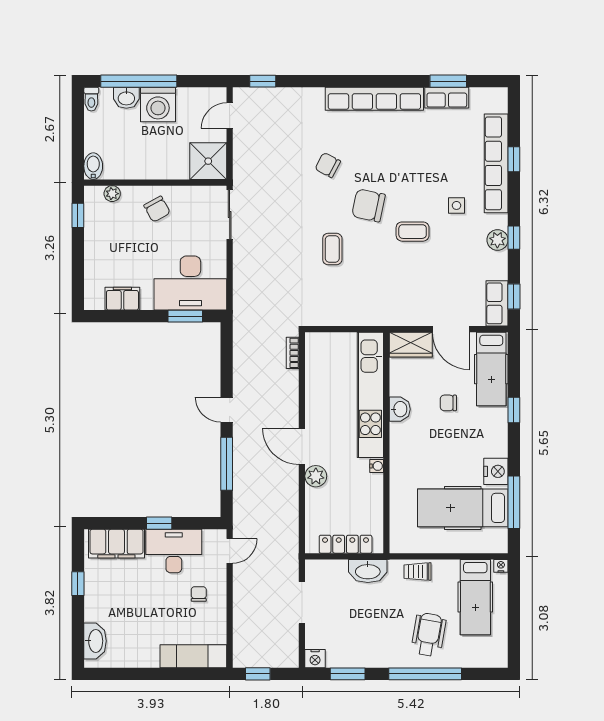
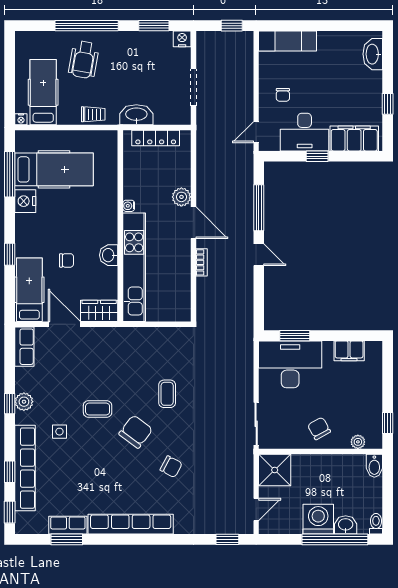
chair: (369, 205) -> (136, 432), turned -65
window: (514, 296) -> (10, 512), moved
bookcase: (293, 353) -> (202, 262), moved

